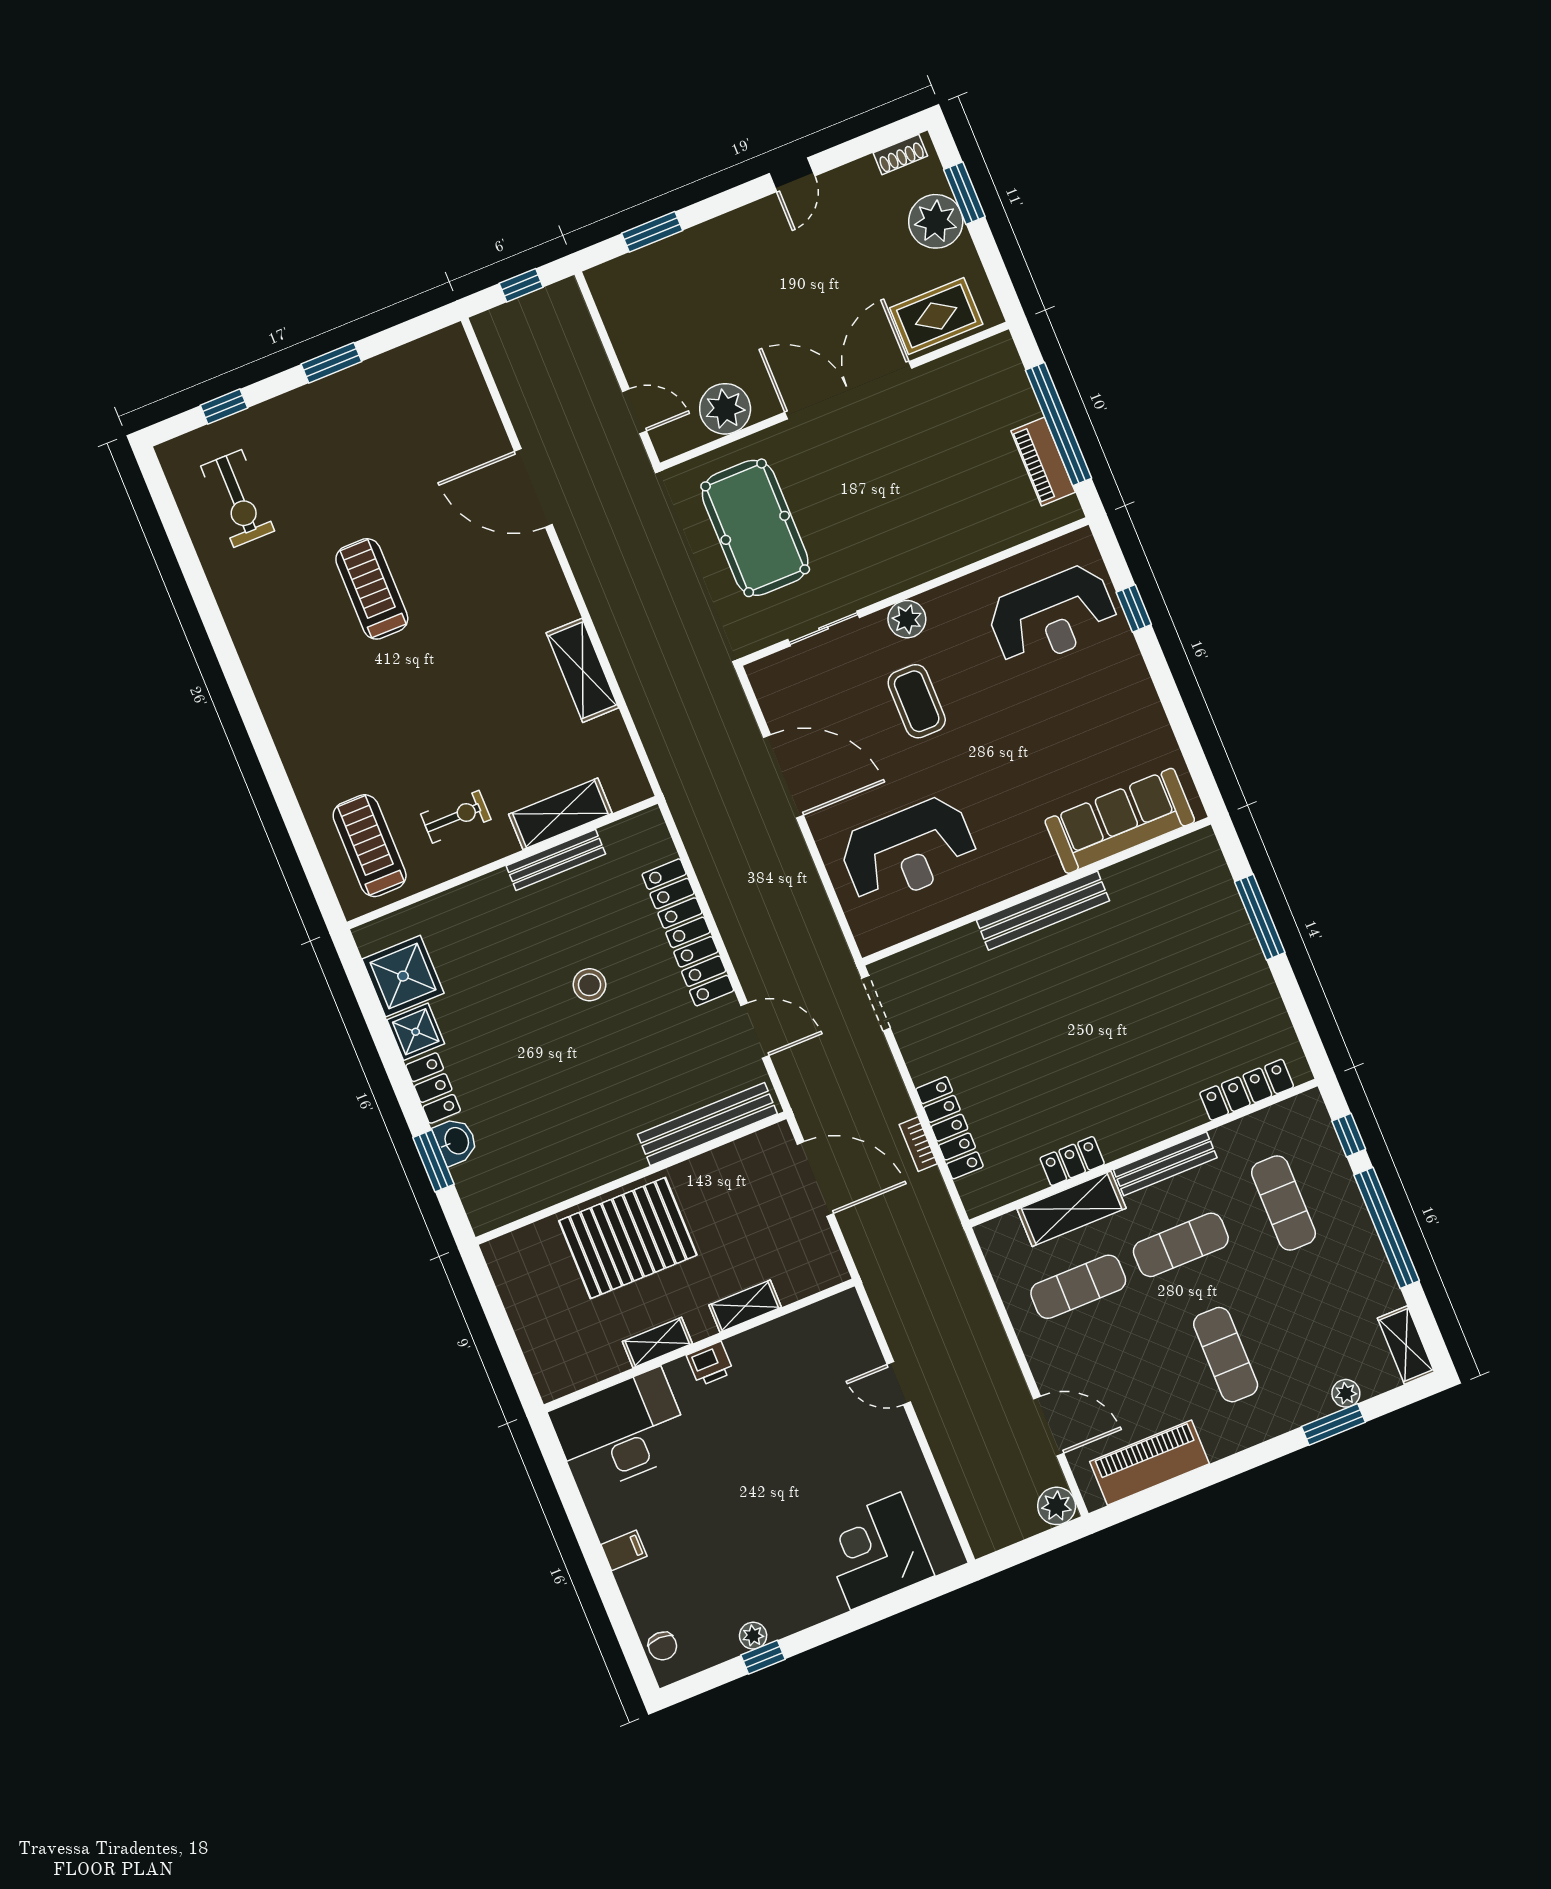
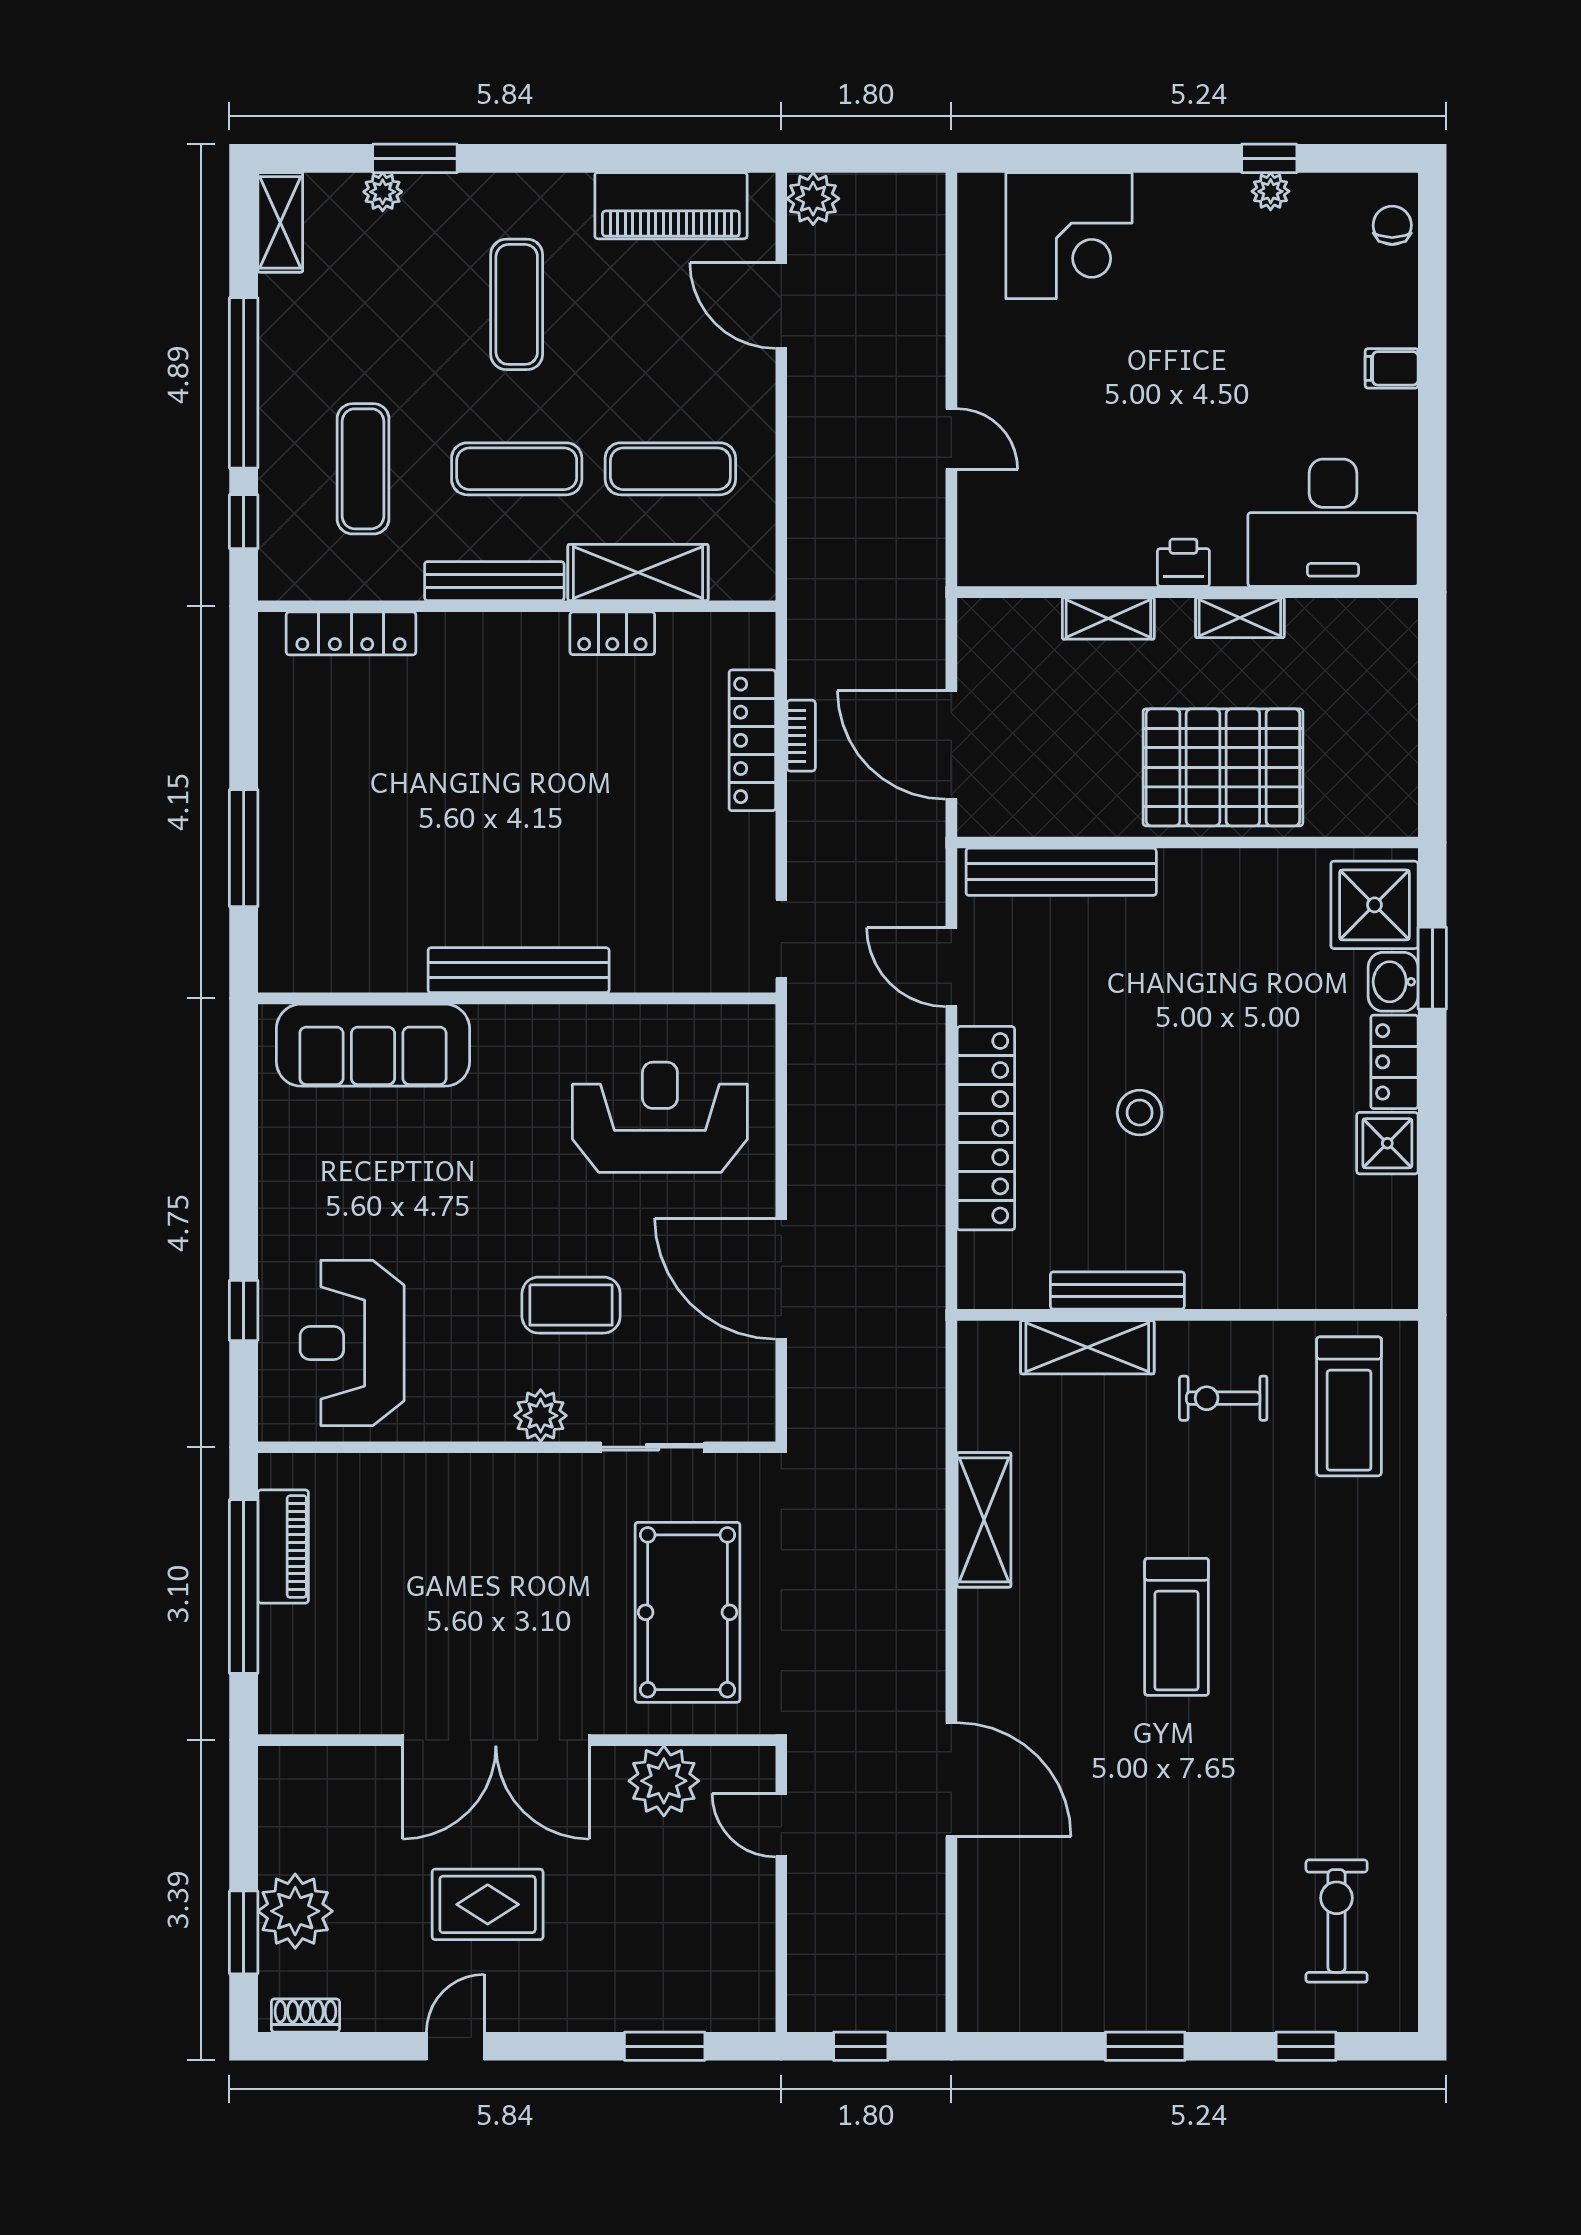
rug: (936, 316) -> (488, 1904), moved
treadmill: (372, 589) -> (1177, 1627), moved
reception desk: (1053, 616) -> (352, 1343), turned -90
coffee table: (917, 701) -> (571, 1305), turned 90
shower: (403, 976) -> (1374, 905), moved

